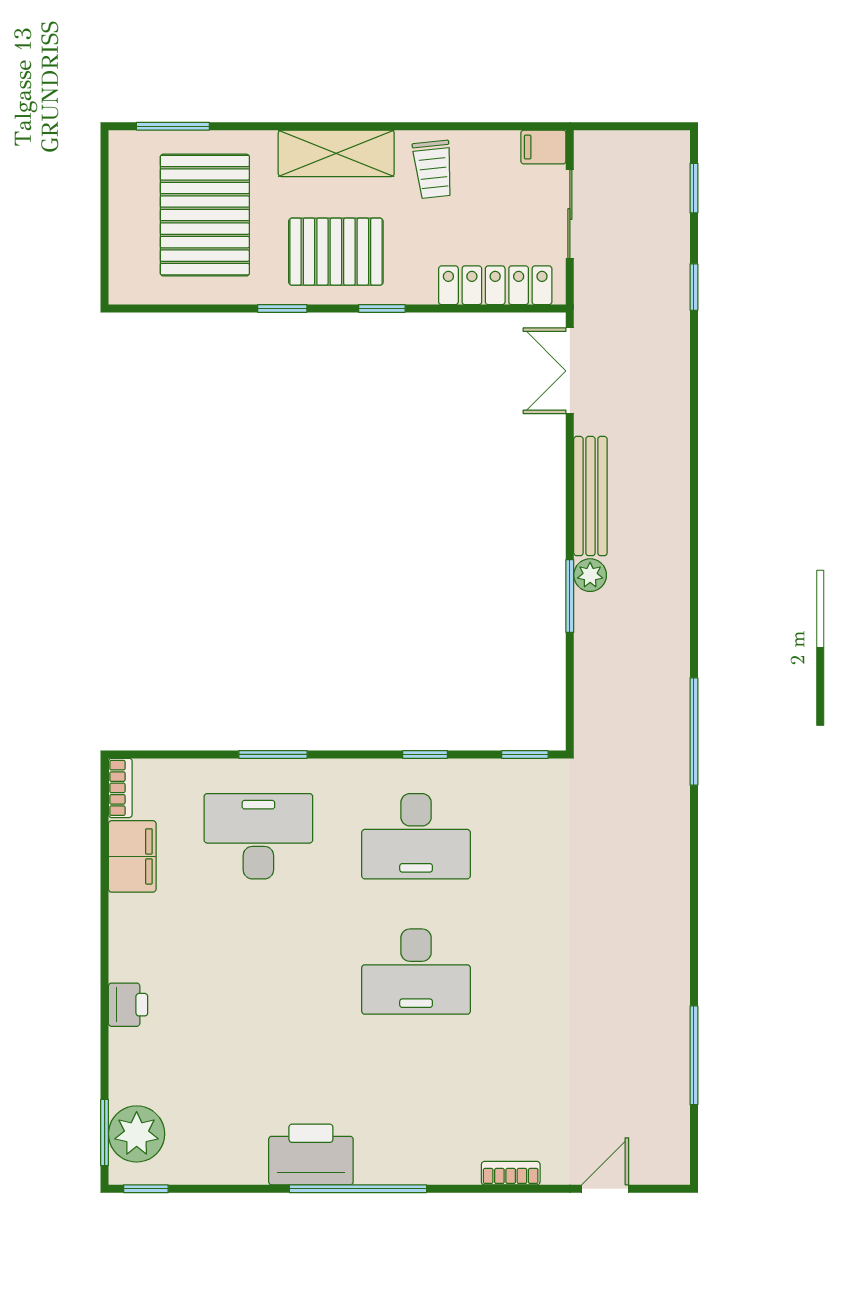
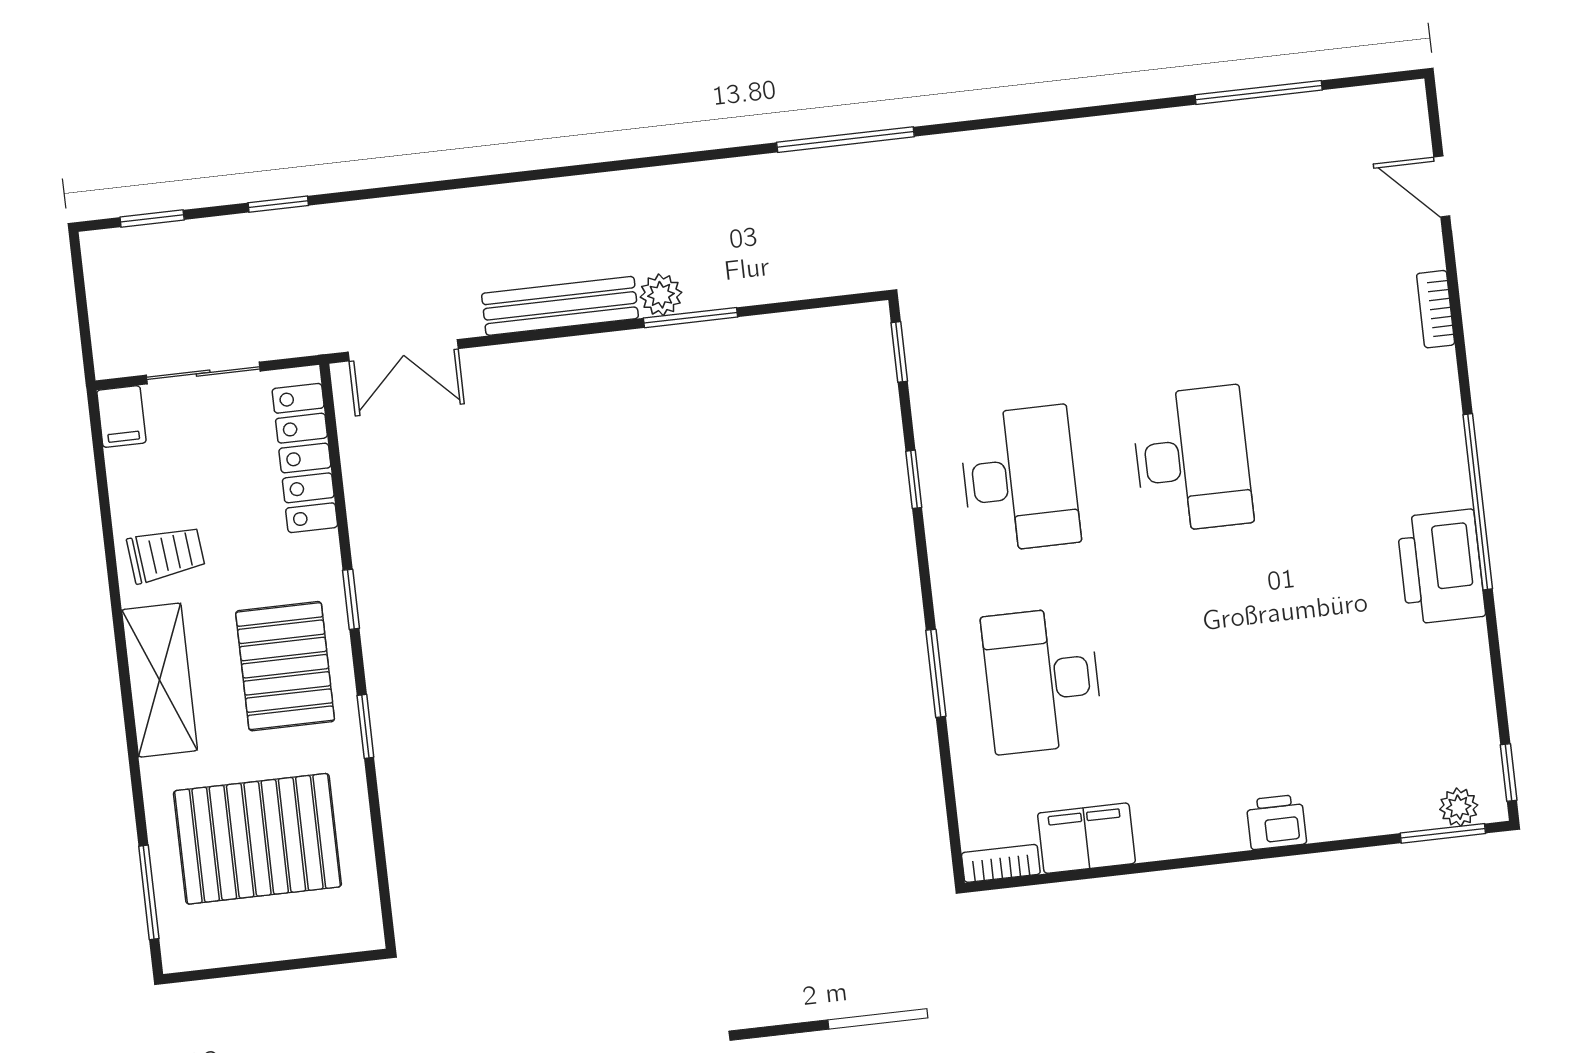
plant: (137, 1134) -> (1459, 807), width x0.53, depth x0.53

